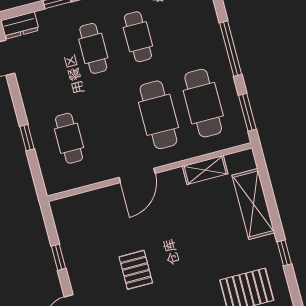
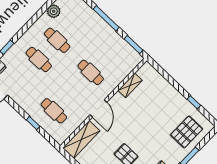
cafe table: (203, 103) -> (109, 53), removed
cafe table: (158, 115) -> (91, 72), width x0.73, depth x0.74
shelving: (253, 204) -> (81, 139), moved, turned 90

